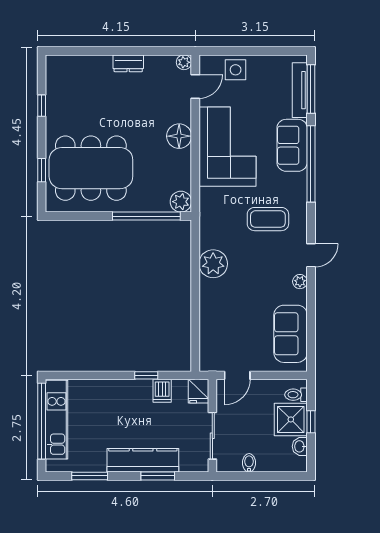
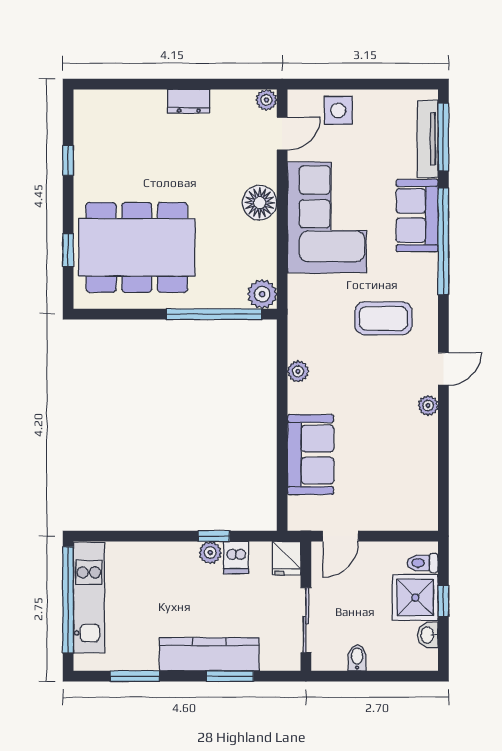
plant: (213, 264) -> (298, 371), width x0.53, depth x0.53
sofa: (291, 334) -> (311, 455), moved, turned 180
plant: (144, 387) -> (210, 553), added

